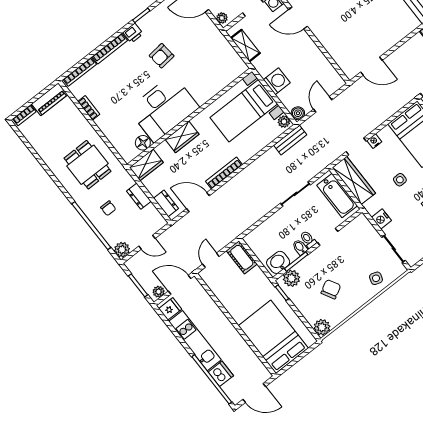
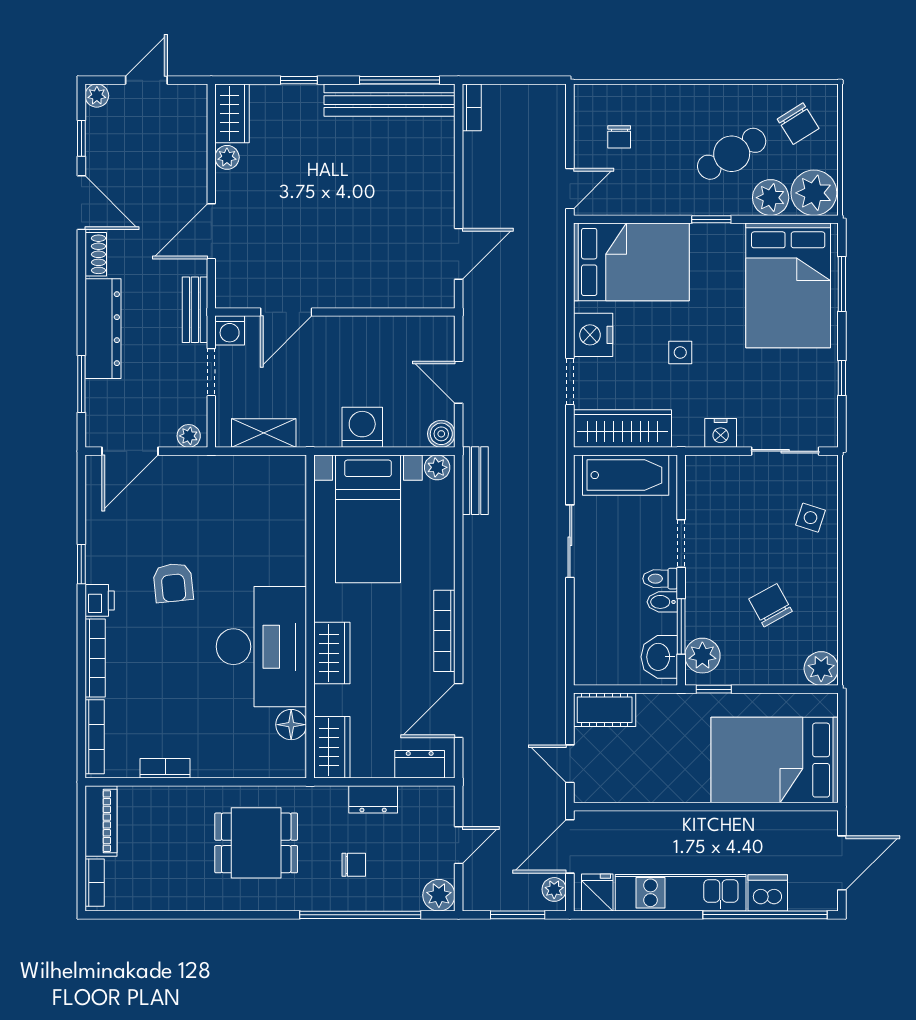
nightstand: (374, 141) -> (593, 335), width x1.89, depth x1.79

